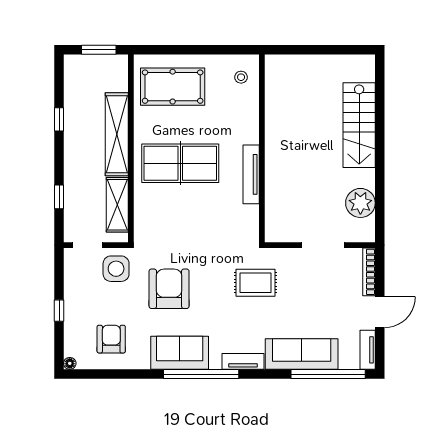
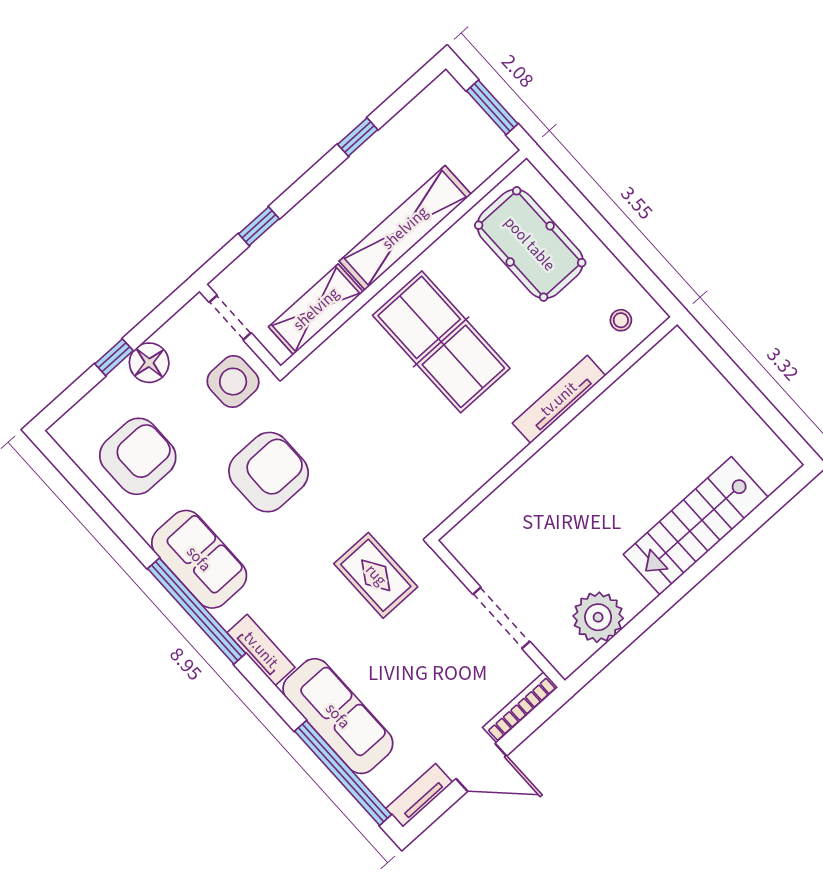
tv unit: (251, 174) -> (559, 399), moved
armchair: (111, 339) -> (138, 456), width x1.36, depth x1.36
floor lamp: (70, 363) -> (149, 363), moved, width x1.89, depth x1.89

